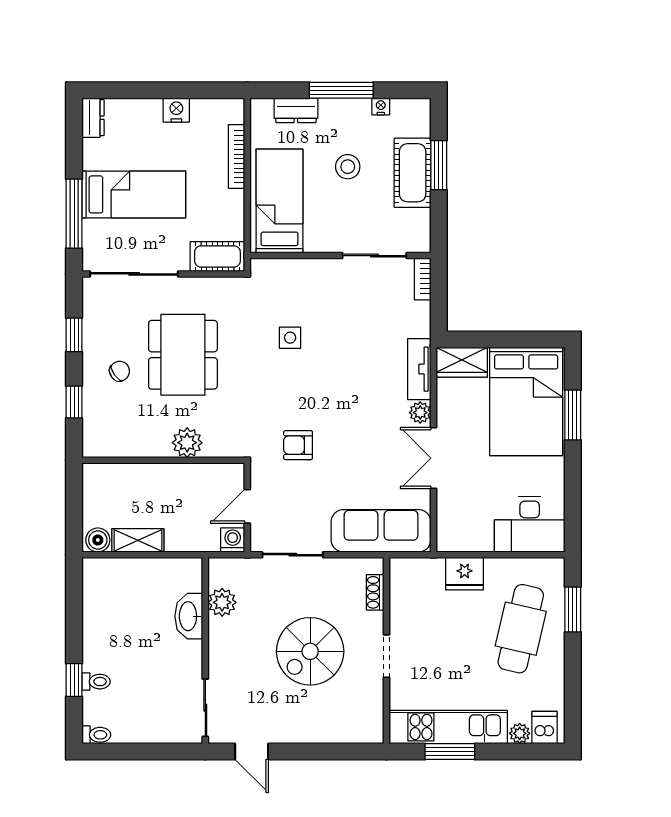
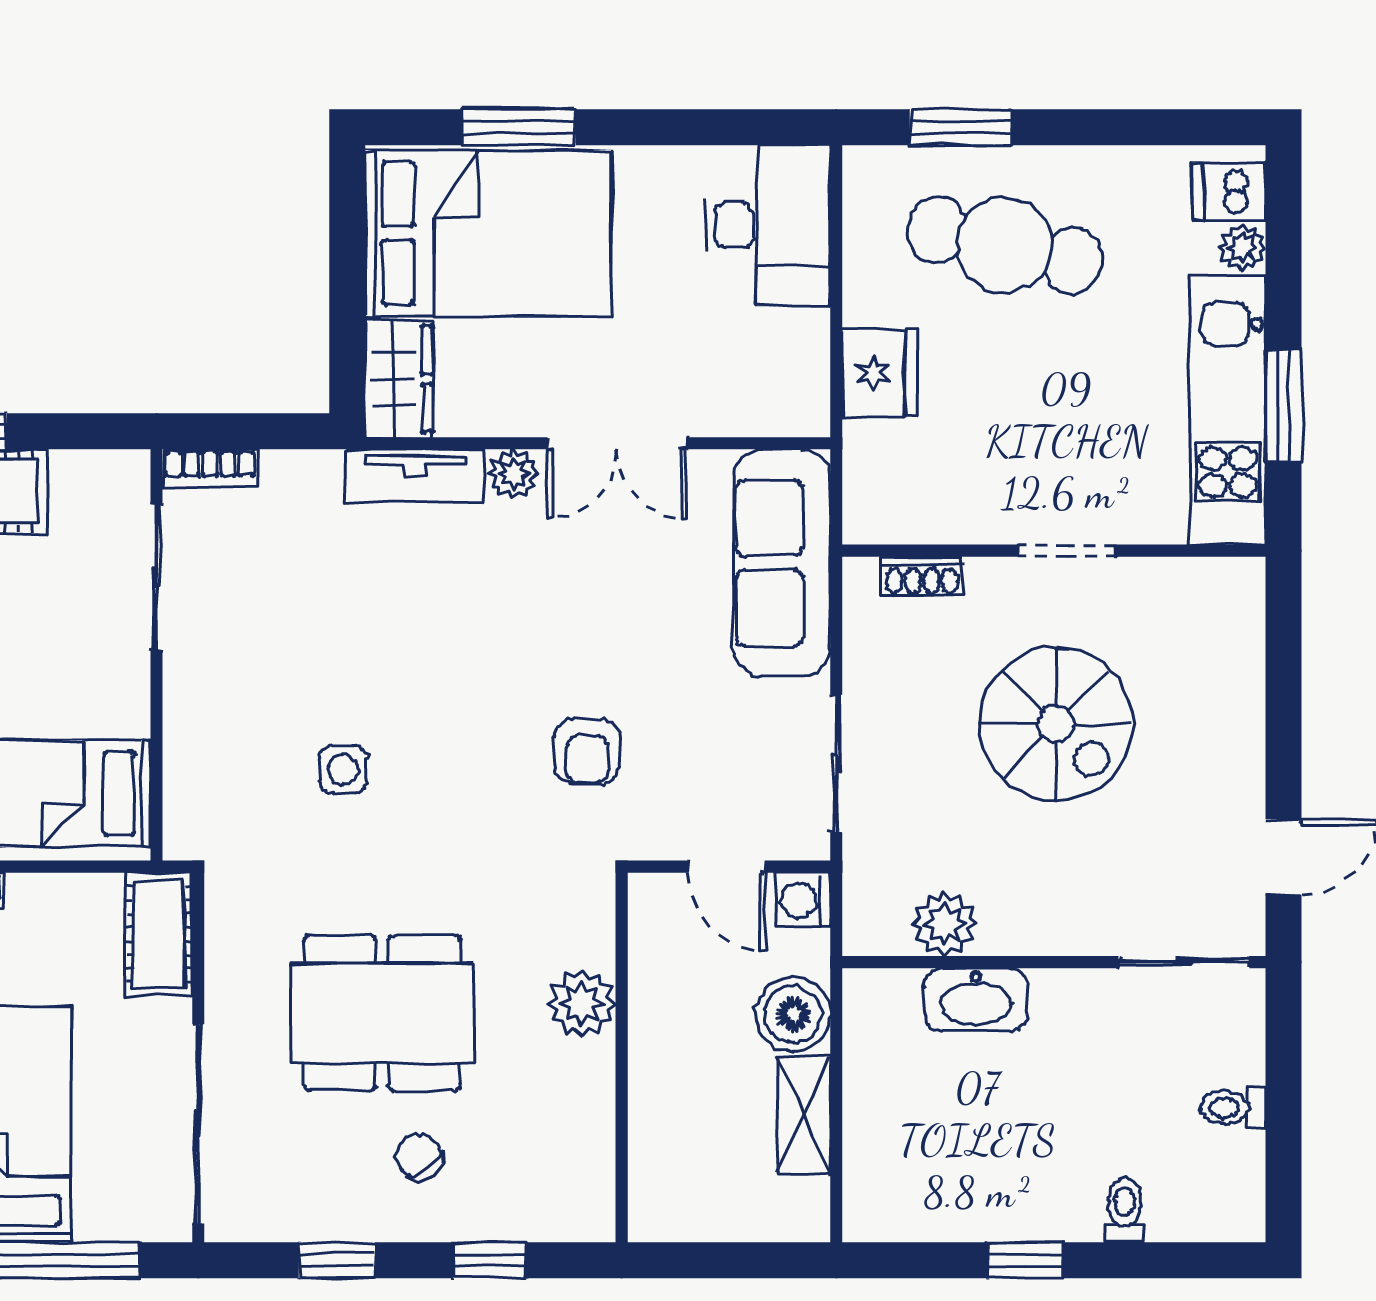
boiler: (98, 540) -> (793, 1014), moved, width x1.36, depth x1.36
window: (74, 680) -> (1025, 1260), moved
toilet: (96, 735) -> (1233, 1108), moved, turned -90

